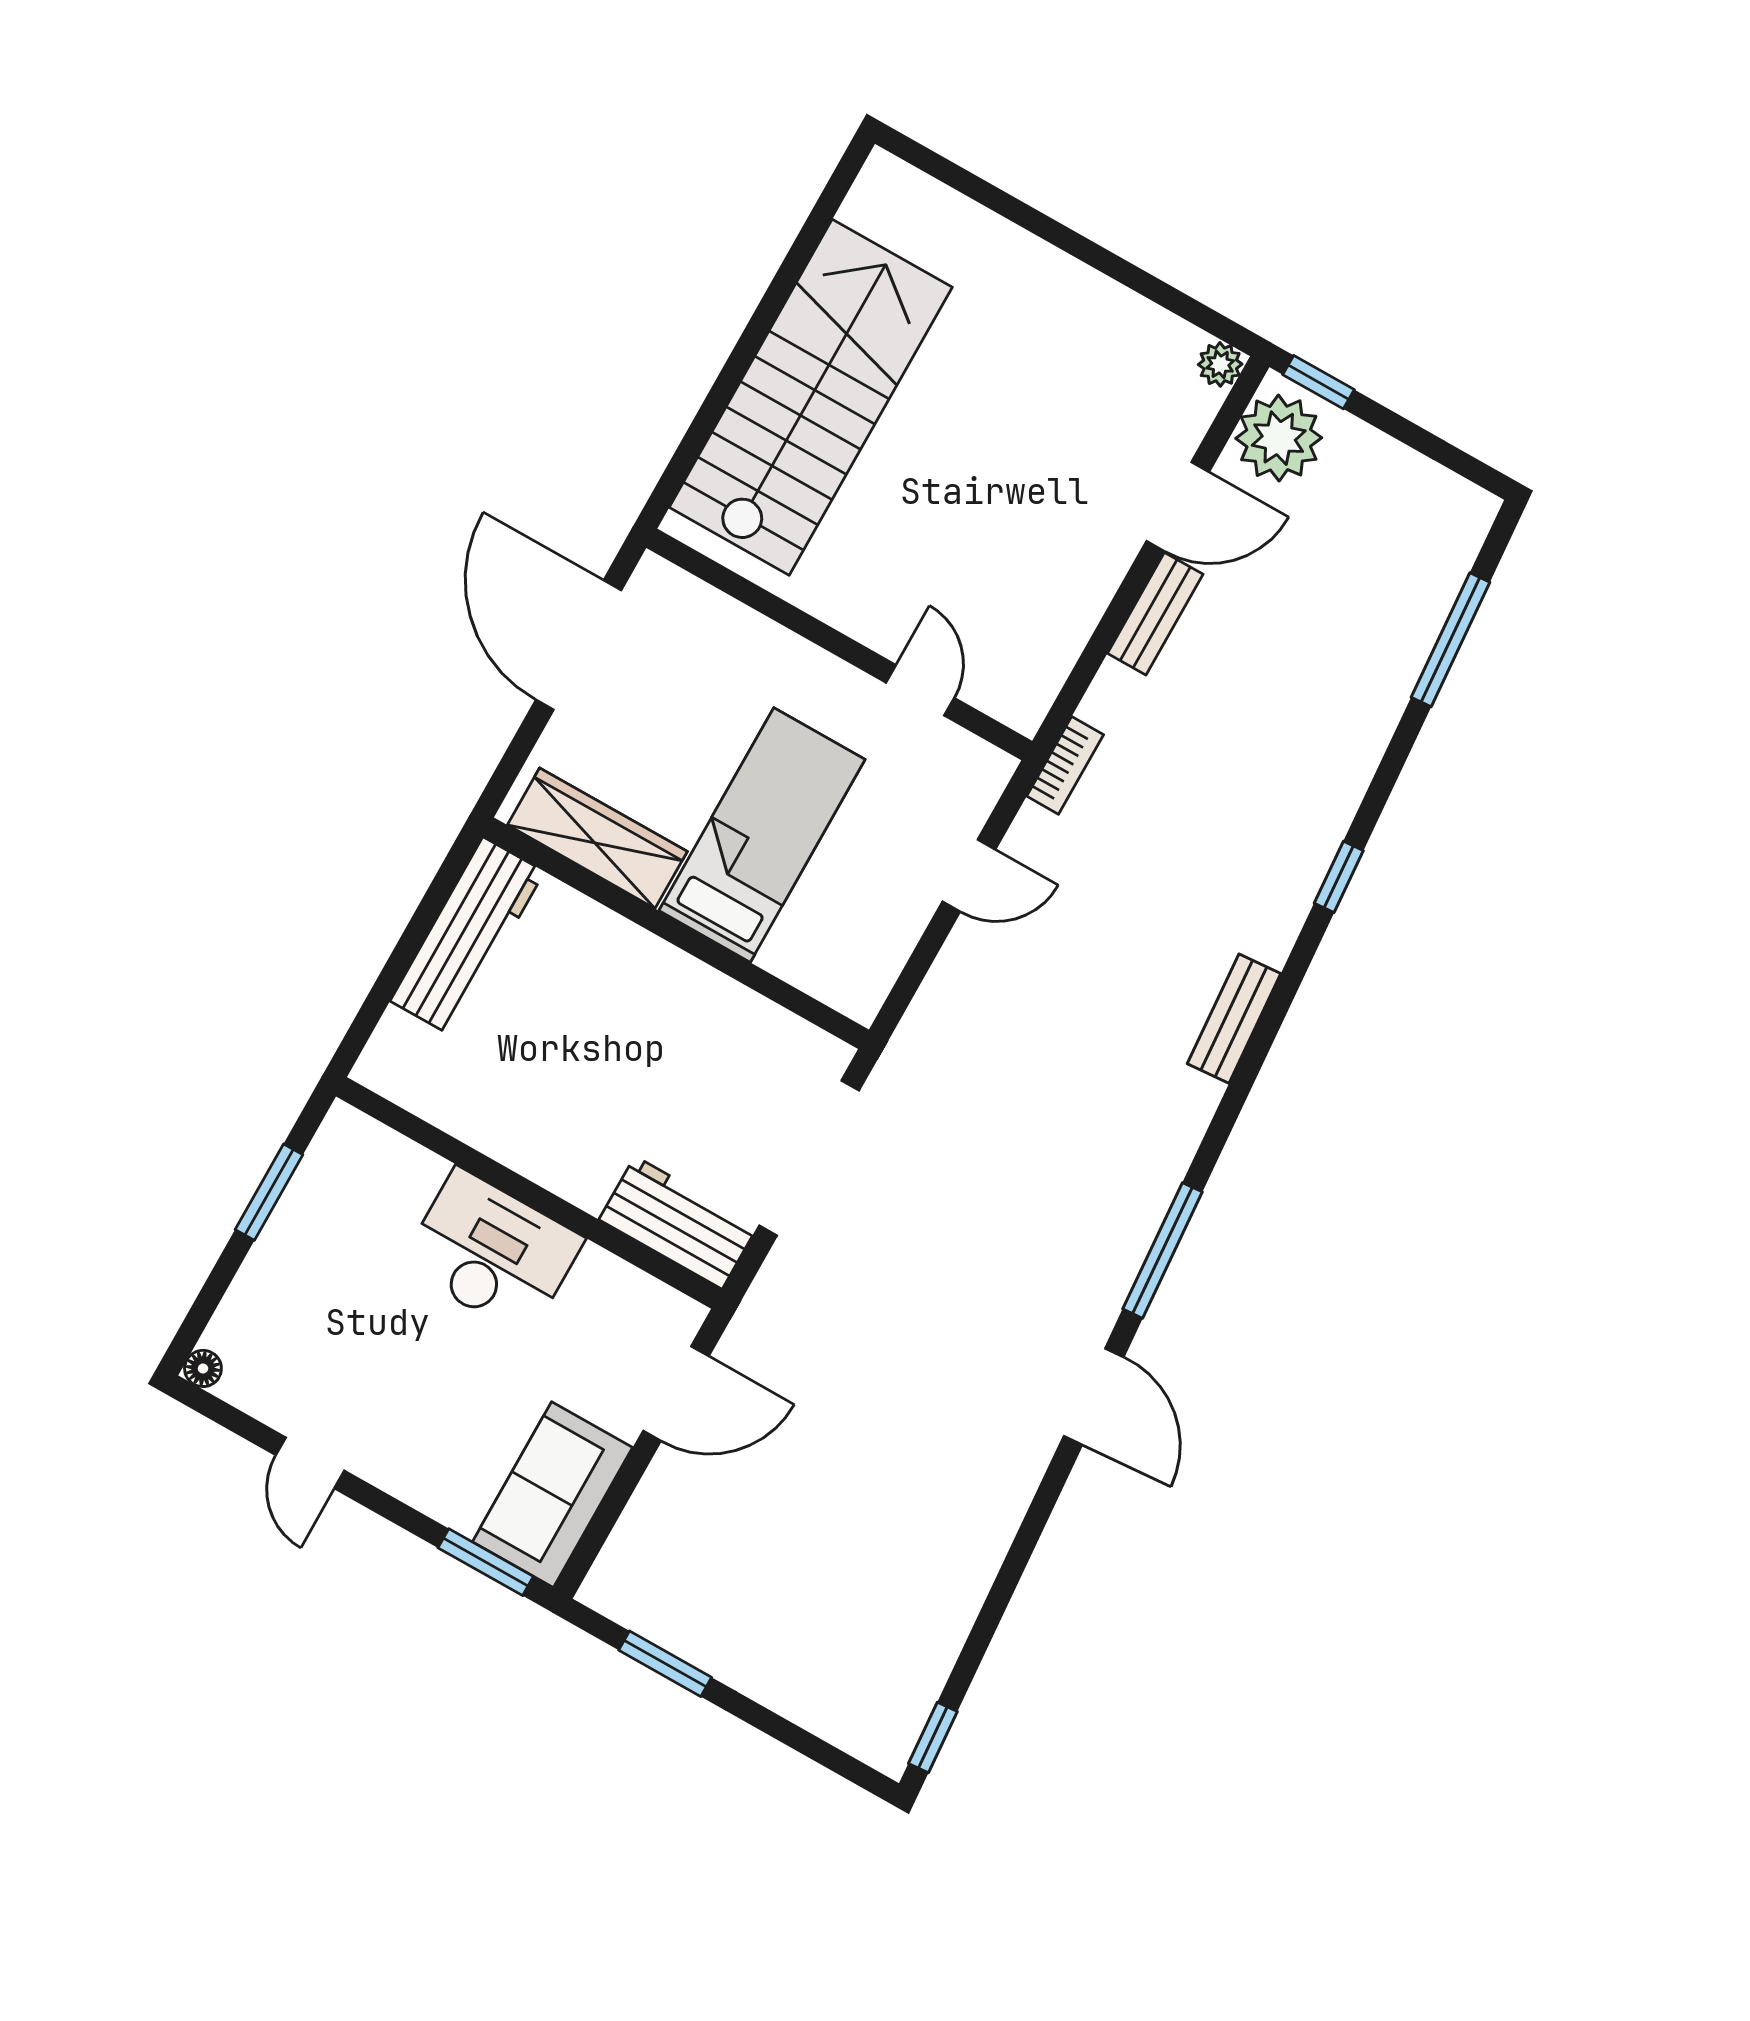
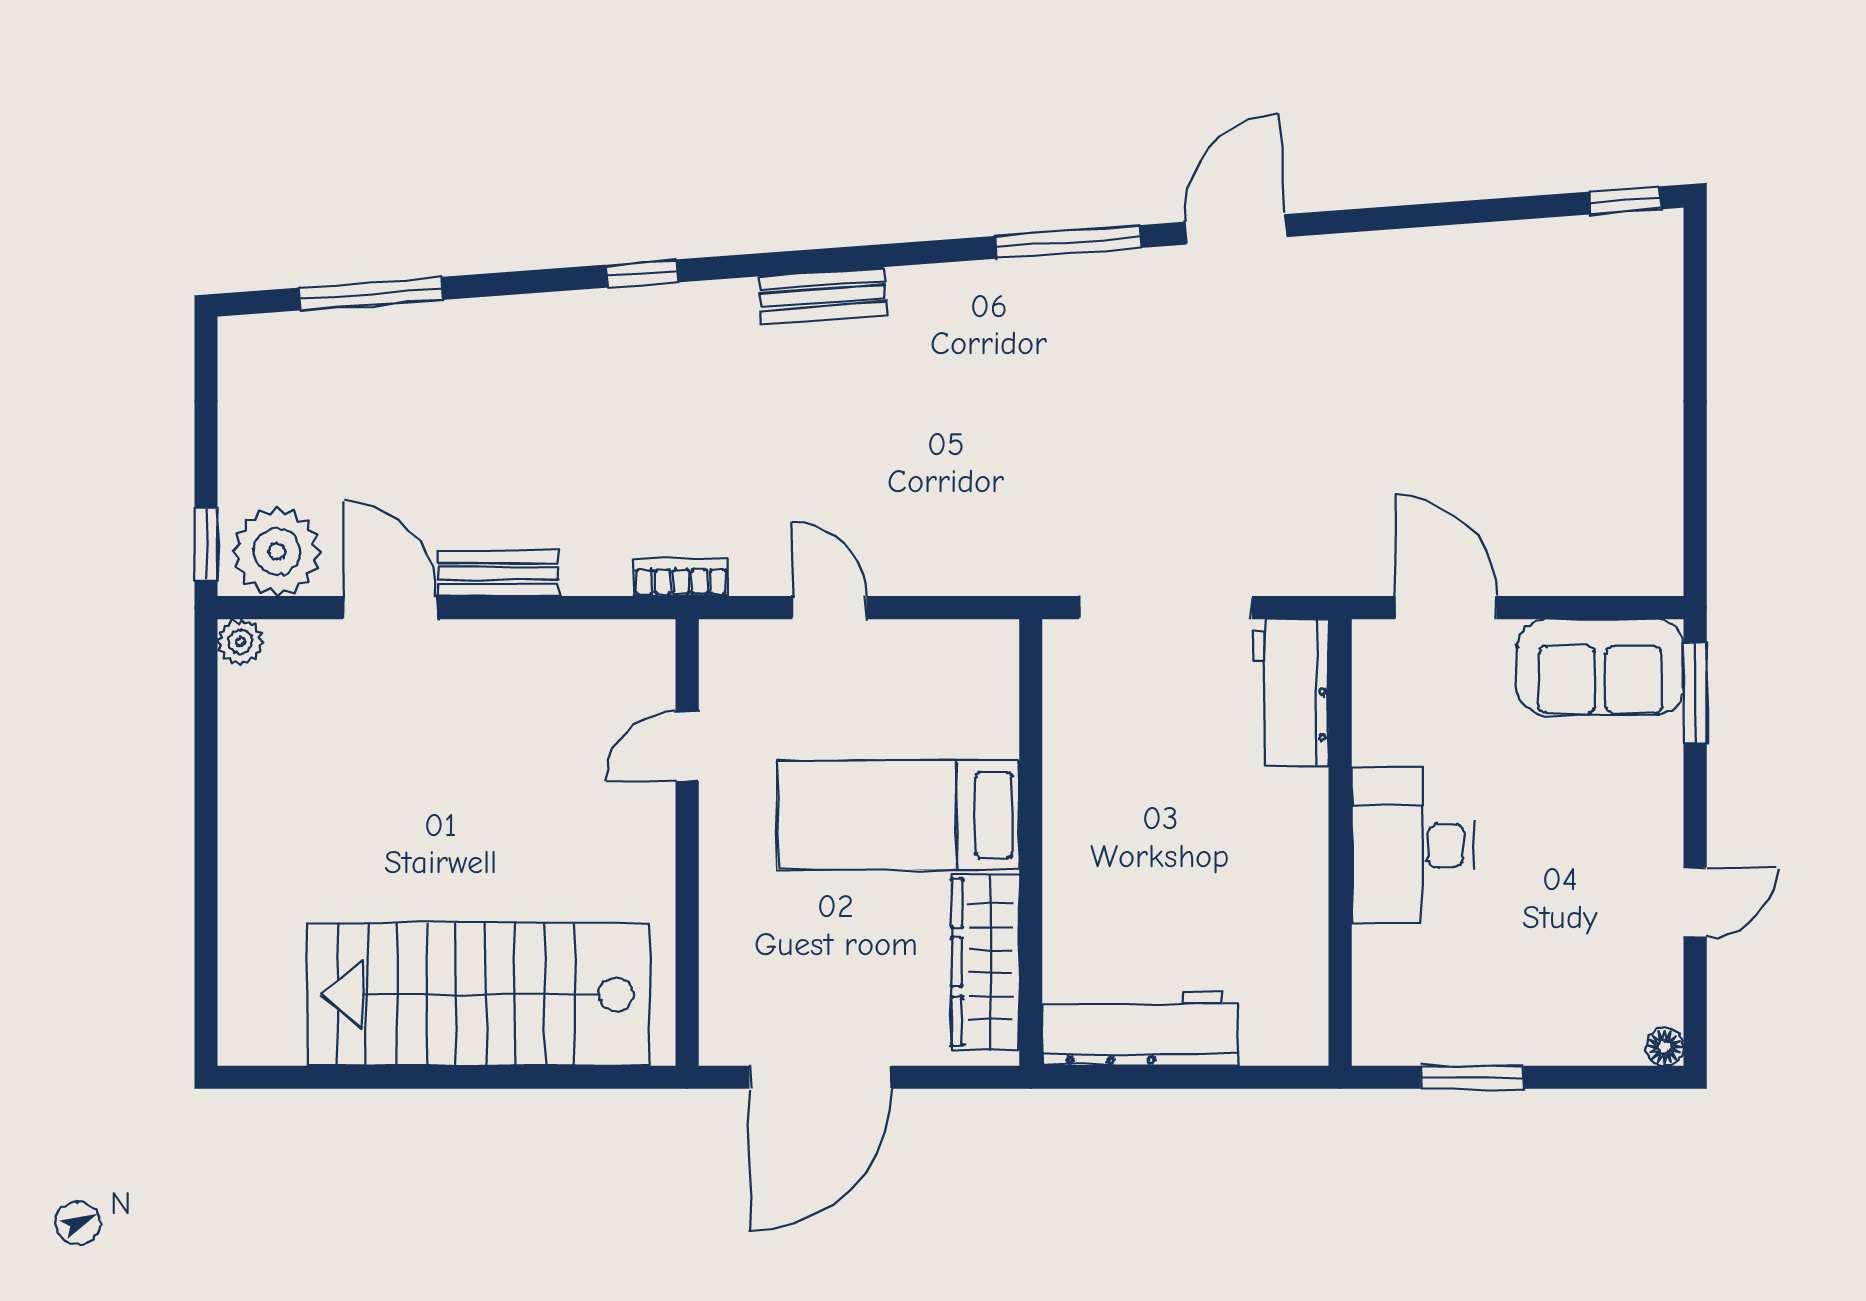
window: (665, 1664) -> (1695, 479), removed

